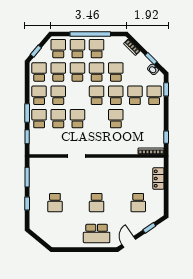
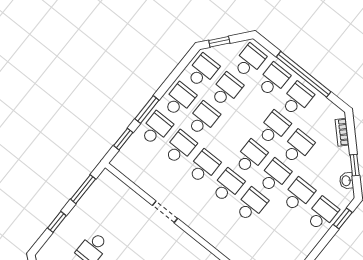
school desk: (77, 72) -> (227, 186), moved

